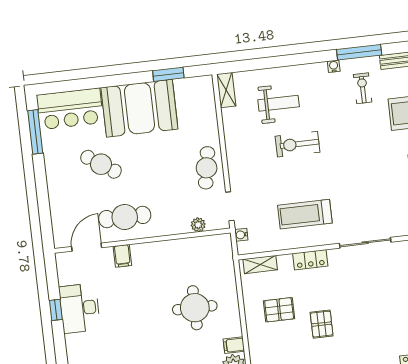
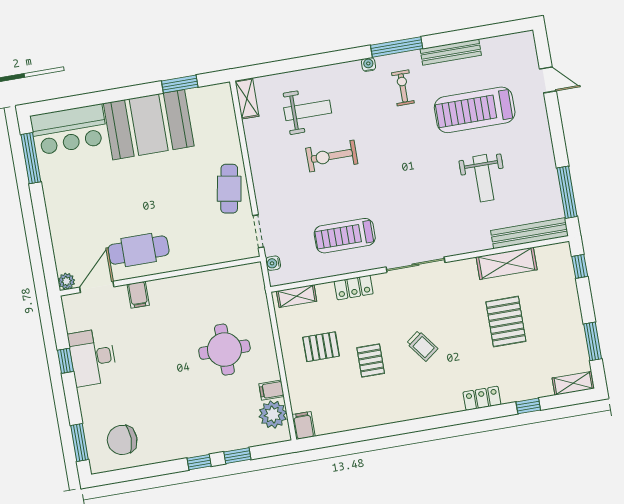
cafe table: (101, 164) -> (108, 191), removed
plant: (198, 225) -> (66, 281), moved
trolley: (367, 314) -> (422, 346), added

